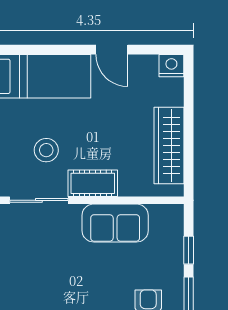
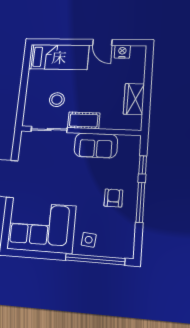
nightstand: (171, 66) -> (122, 52), moved
wardrobe: (169, 146) -> (134, 99), width x0.67

